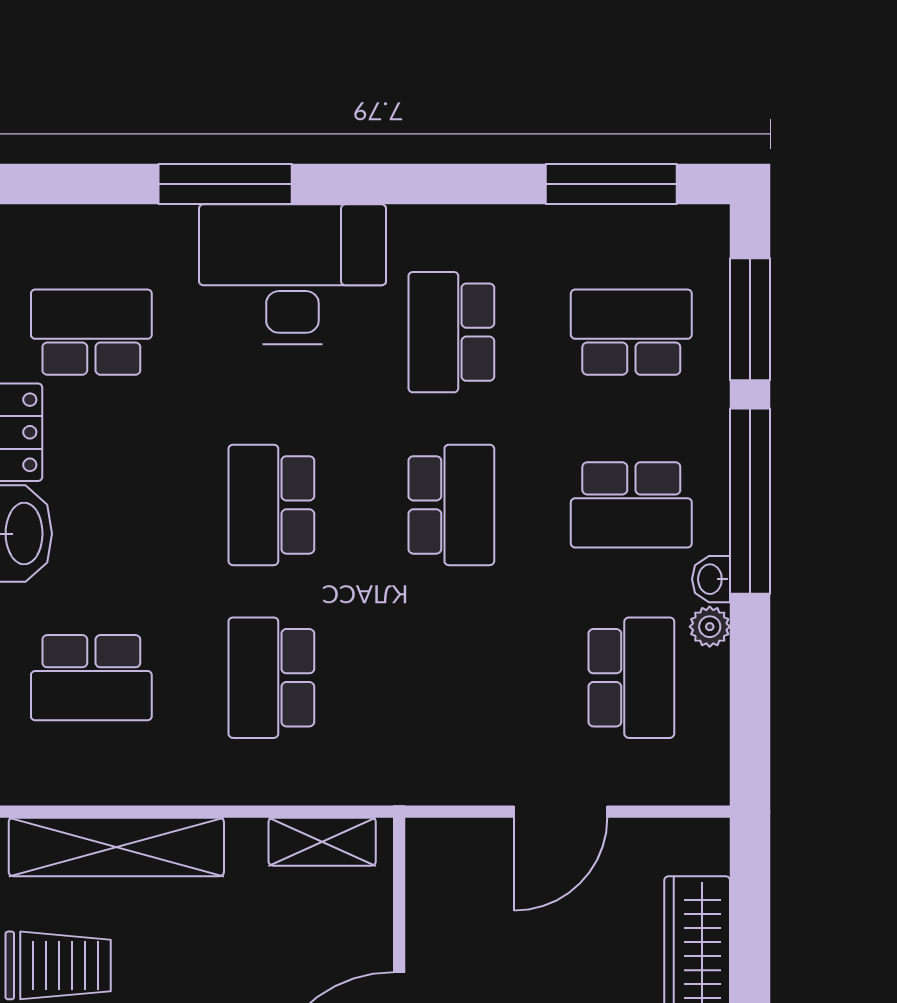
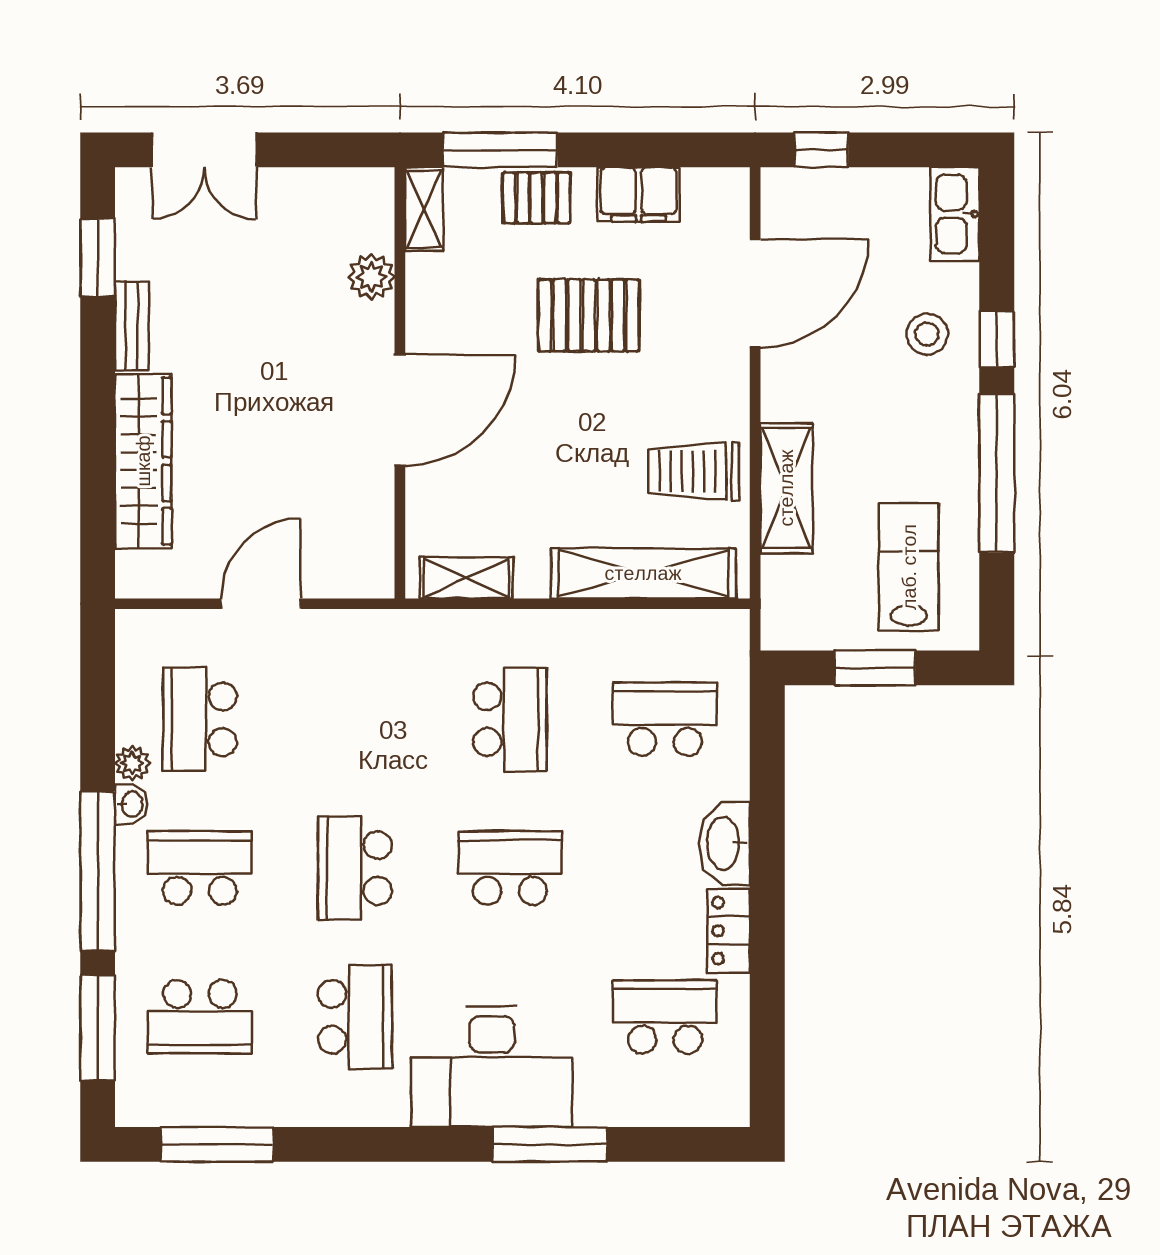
school desk: (91, 332) -> (665, 1017), turned 180
school desk: (271, 505) -> (510, 868), turned -90

